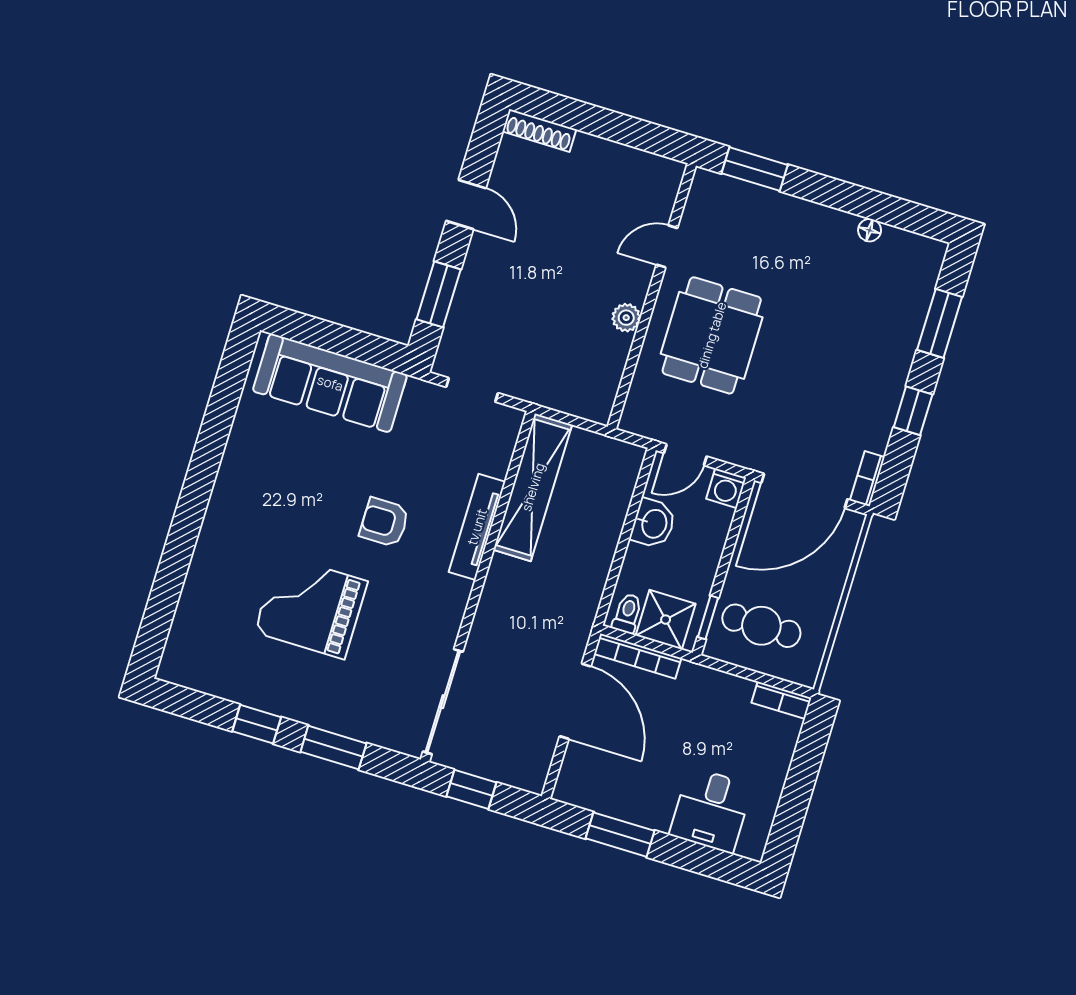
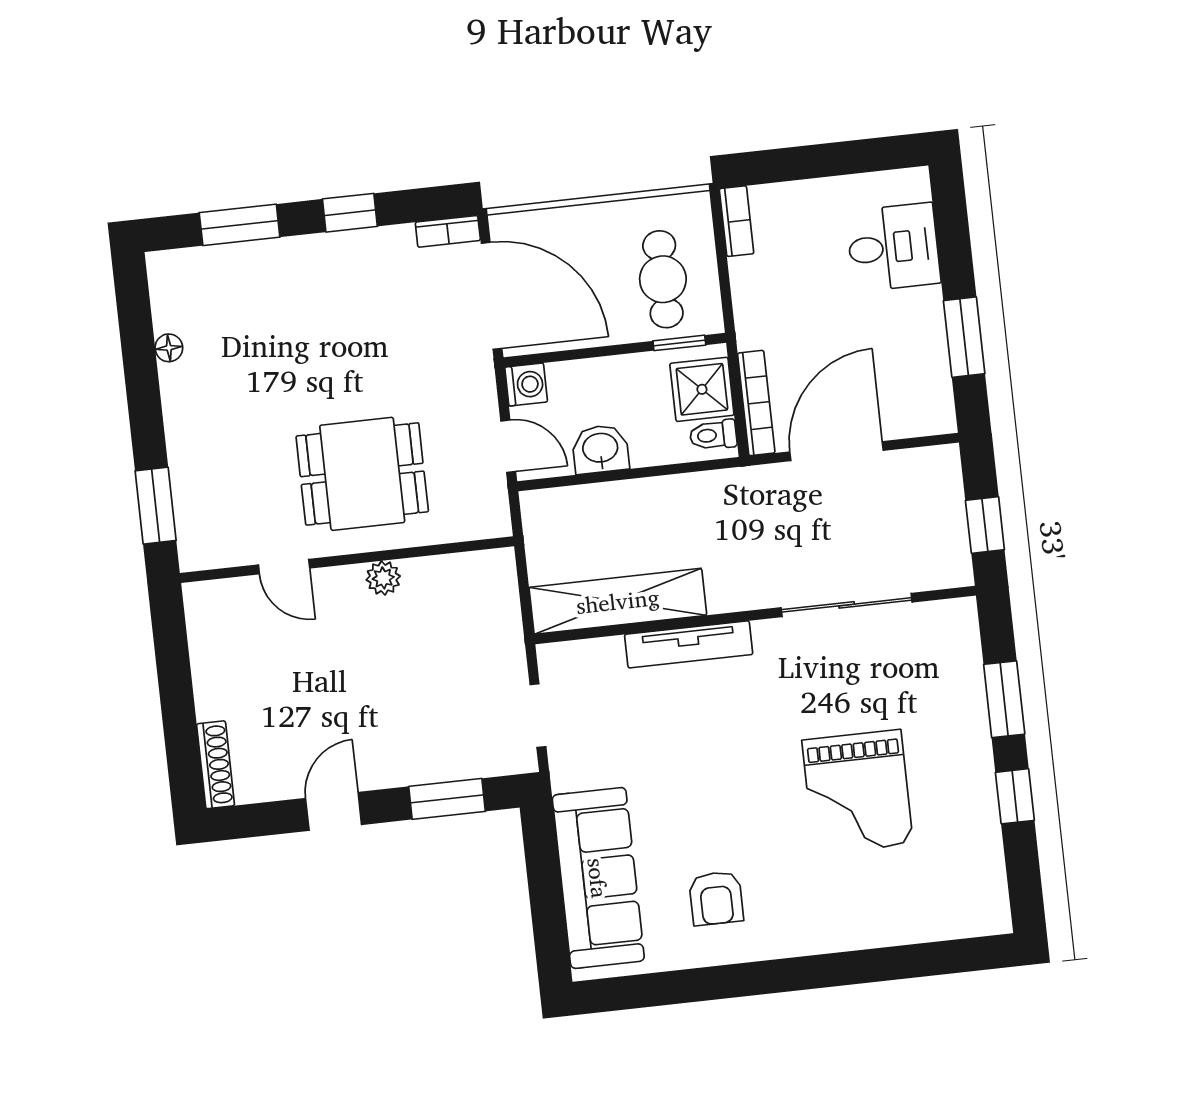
armchair: (384, 522) -> (716, 898), moved
sliding door: (443, 702) -> (847, 605), moved

